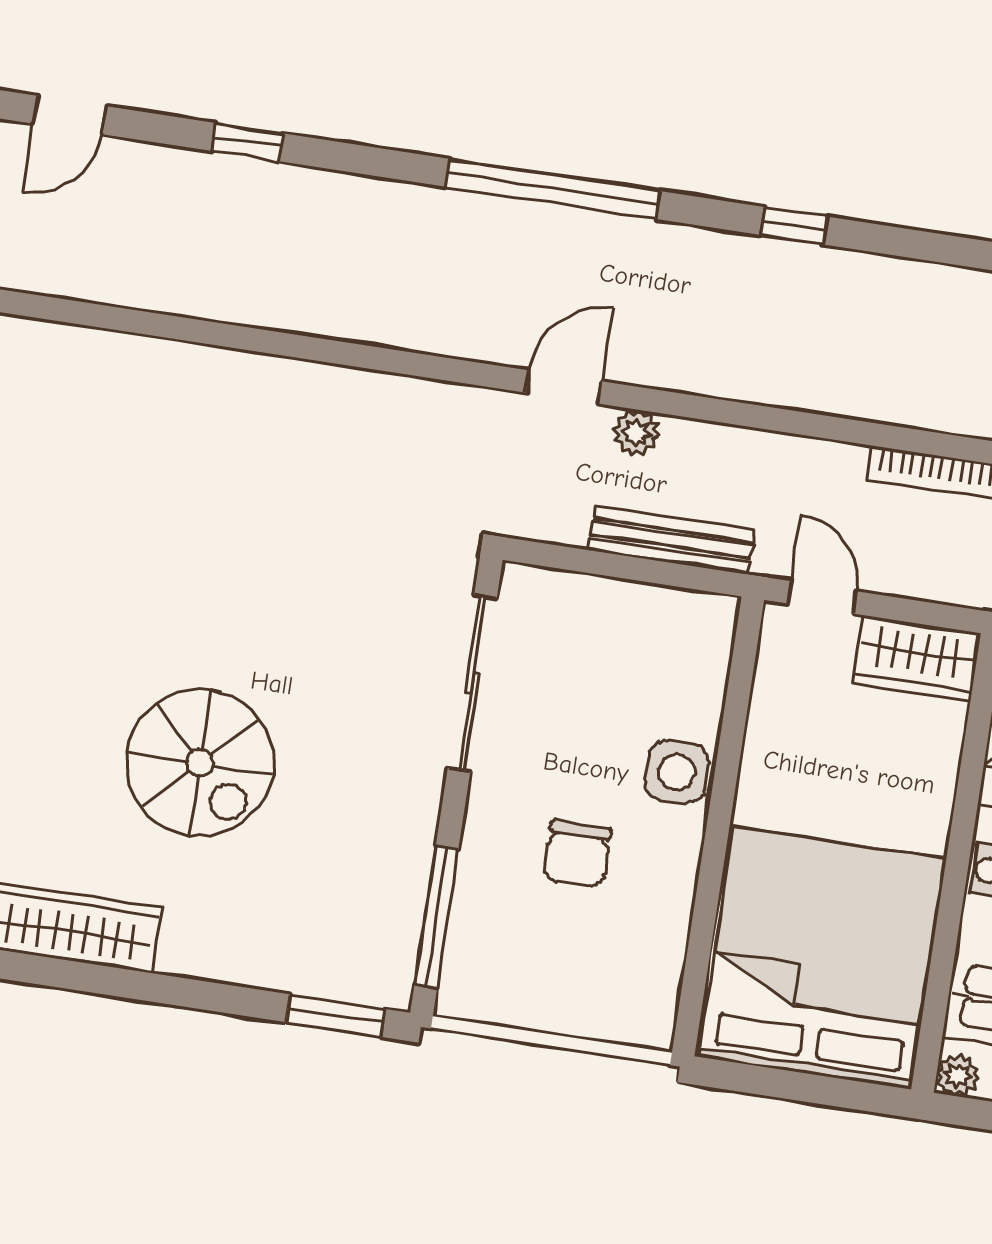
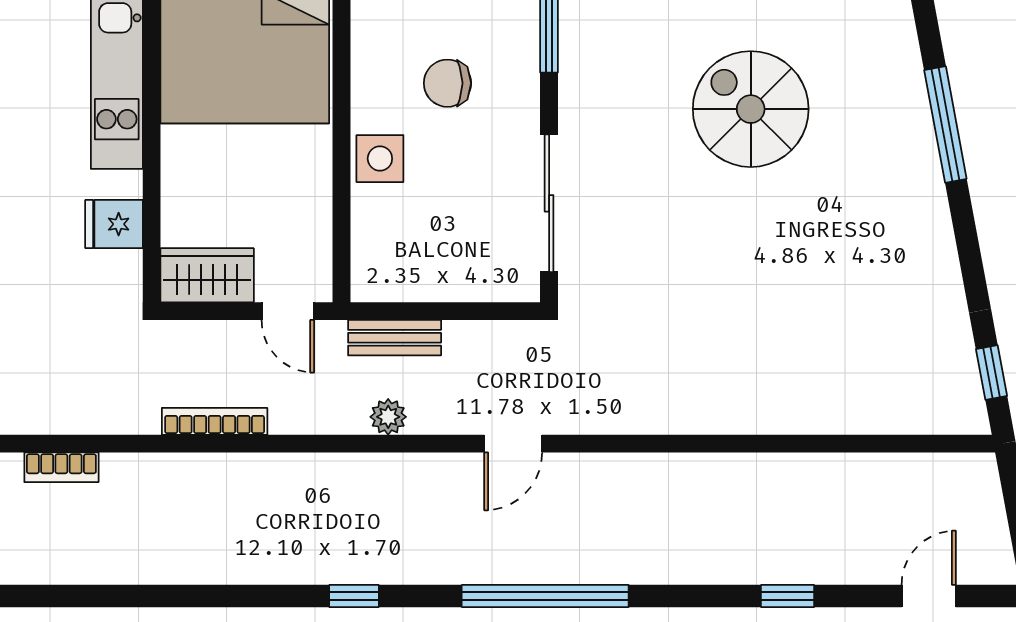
plant: (636, 433) -> (388, 417), moved
bench: (672, 540) -> (395, 338), width x0.73
chair: (577, 854) -> (447, 83), turned -90

